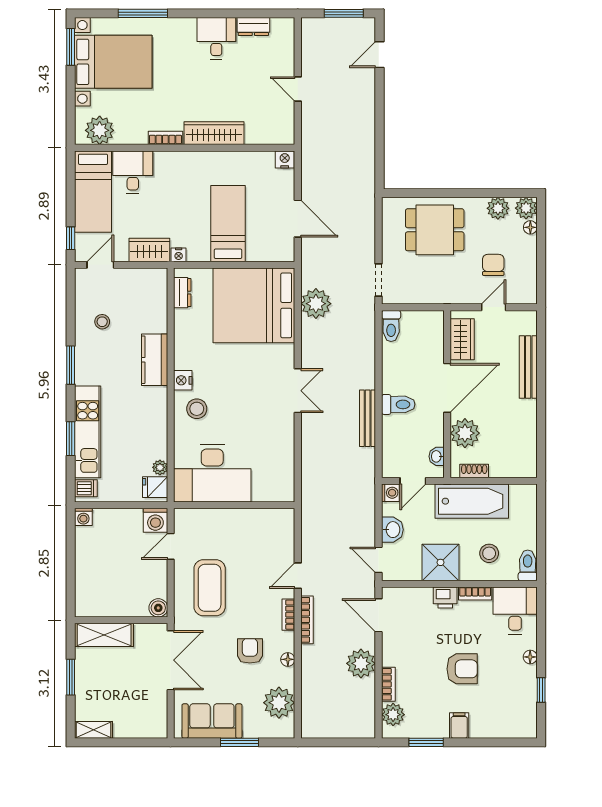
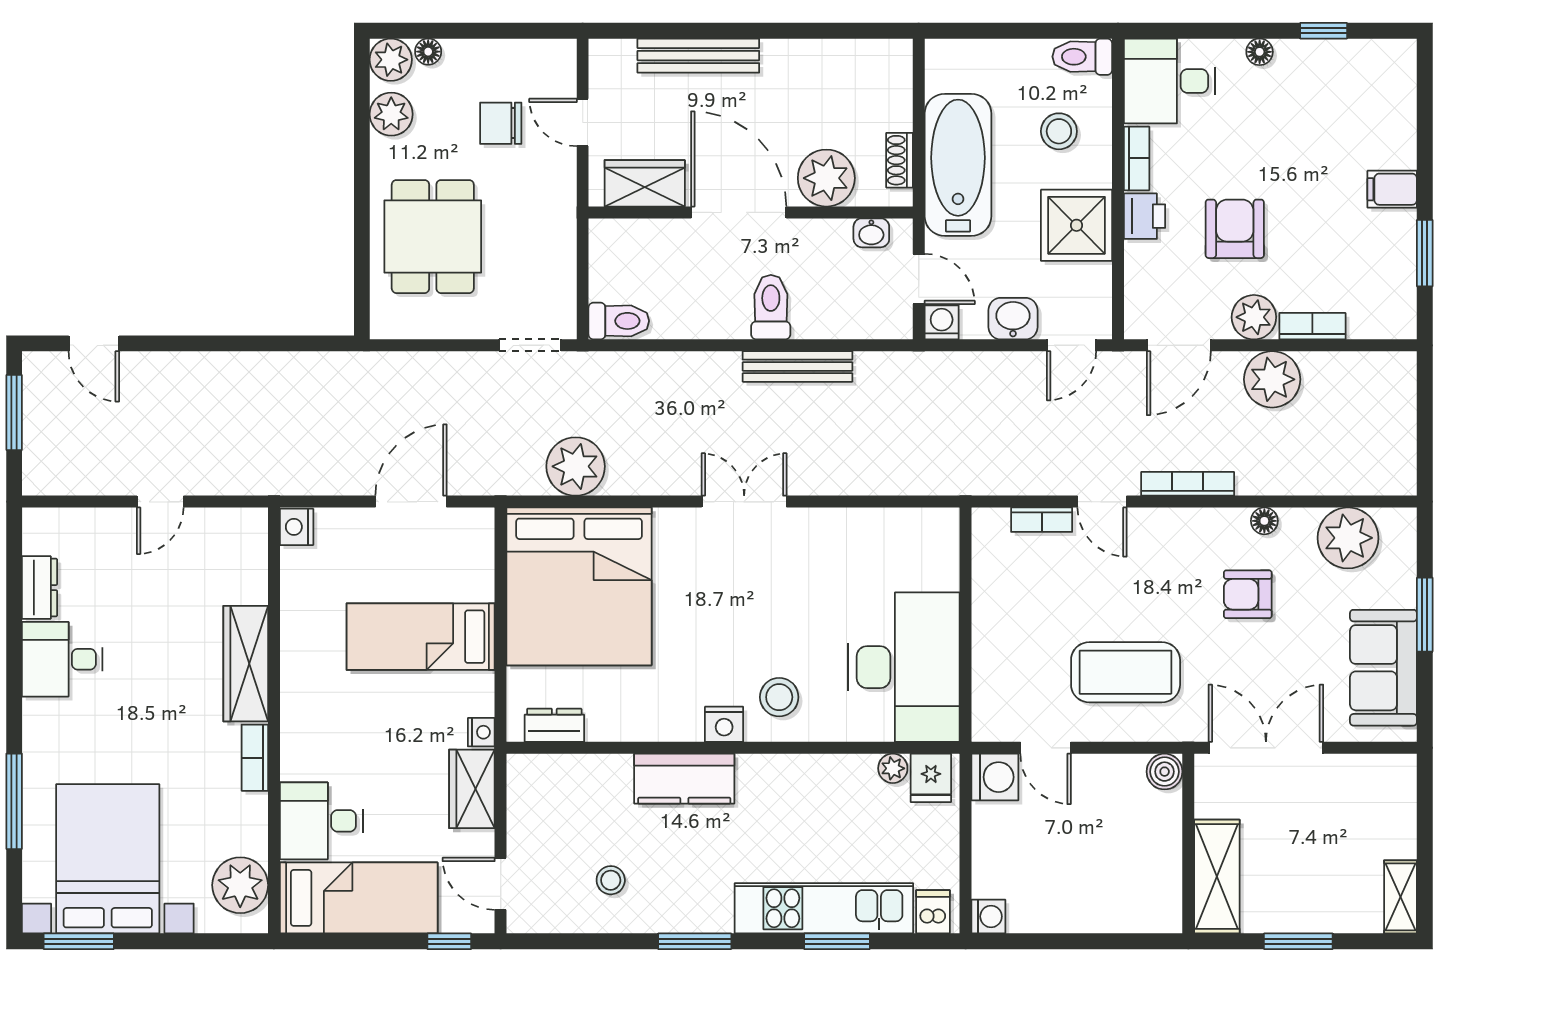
bookcase: (288, 615) -> (1042, 520), moved
armchair: (462, 669) -> (1235, 229), moved
plant: (393, 715) -> (1254, 317), moved

